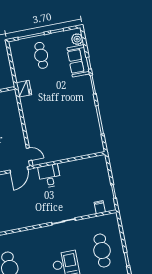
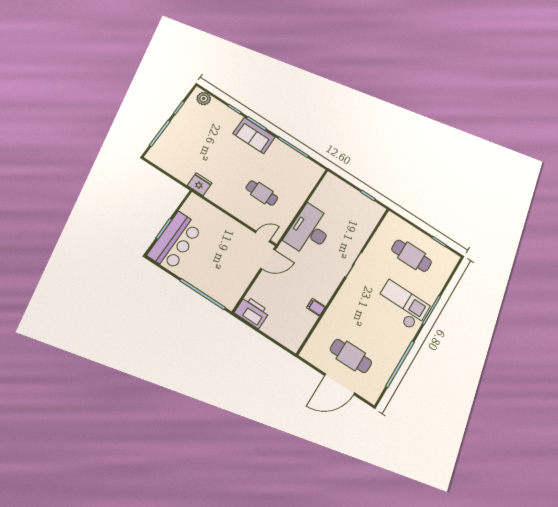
cafe table: (41, 55) -> (262, 193), moved
sofa: (78, 61) -> (254, 135), moved
door: (19, 170) -> (268, 259), hinge flipped
desk: (49, 176) -> (309, 231), width x1.87, depth x1.30
filing cabinet: (100, 207) -> (316, 307), moved

